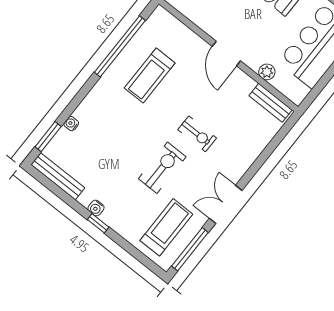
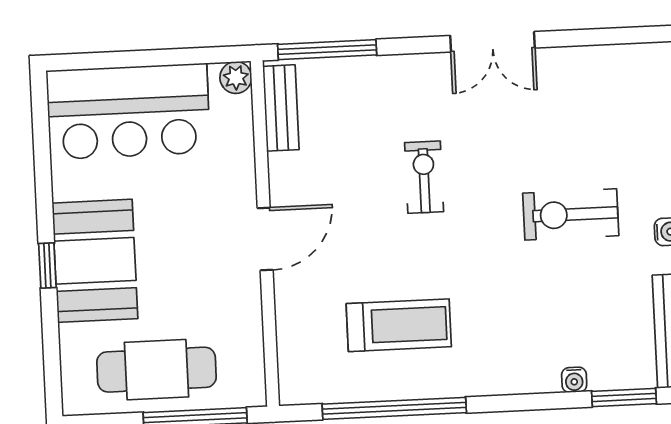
plant: (267, 72) -> (236, 77), moved
exercise bike: (162, 168) -> (571, 214), moved
treadmill: (166, 227) -> (605, 101), removed
window: (190, 249) -> (327, 50), moved

